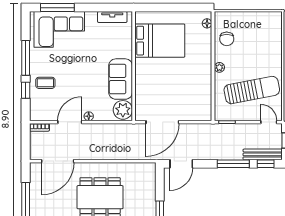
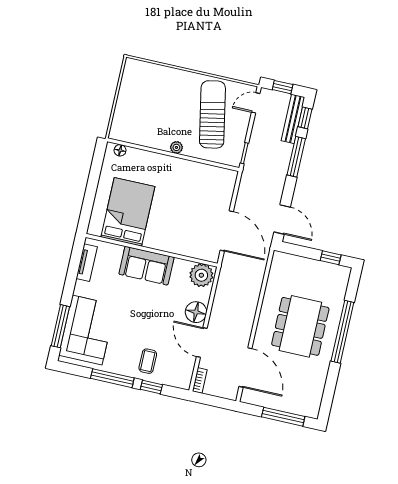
chair: (227, 39) -> (144, 131), removed
sofa: (121, 79) -> (146, 266), moved
floor lamp: (89, 116) -> (196, 312), width x1.89, depth x1.89

